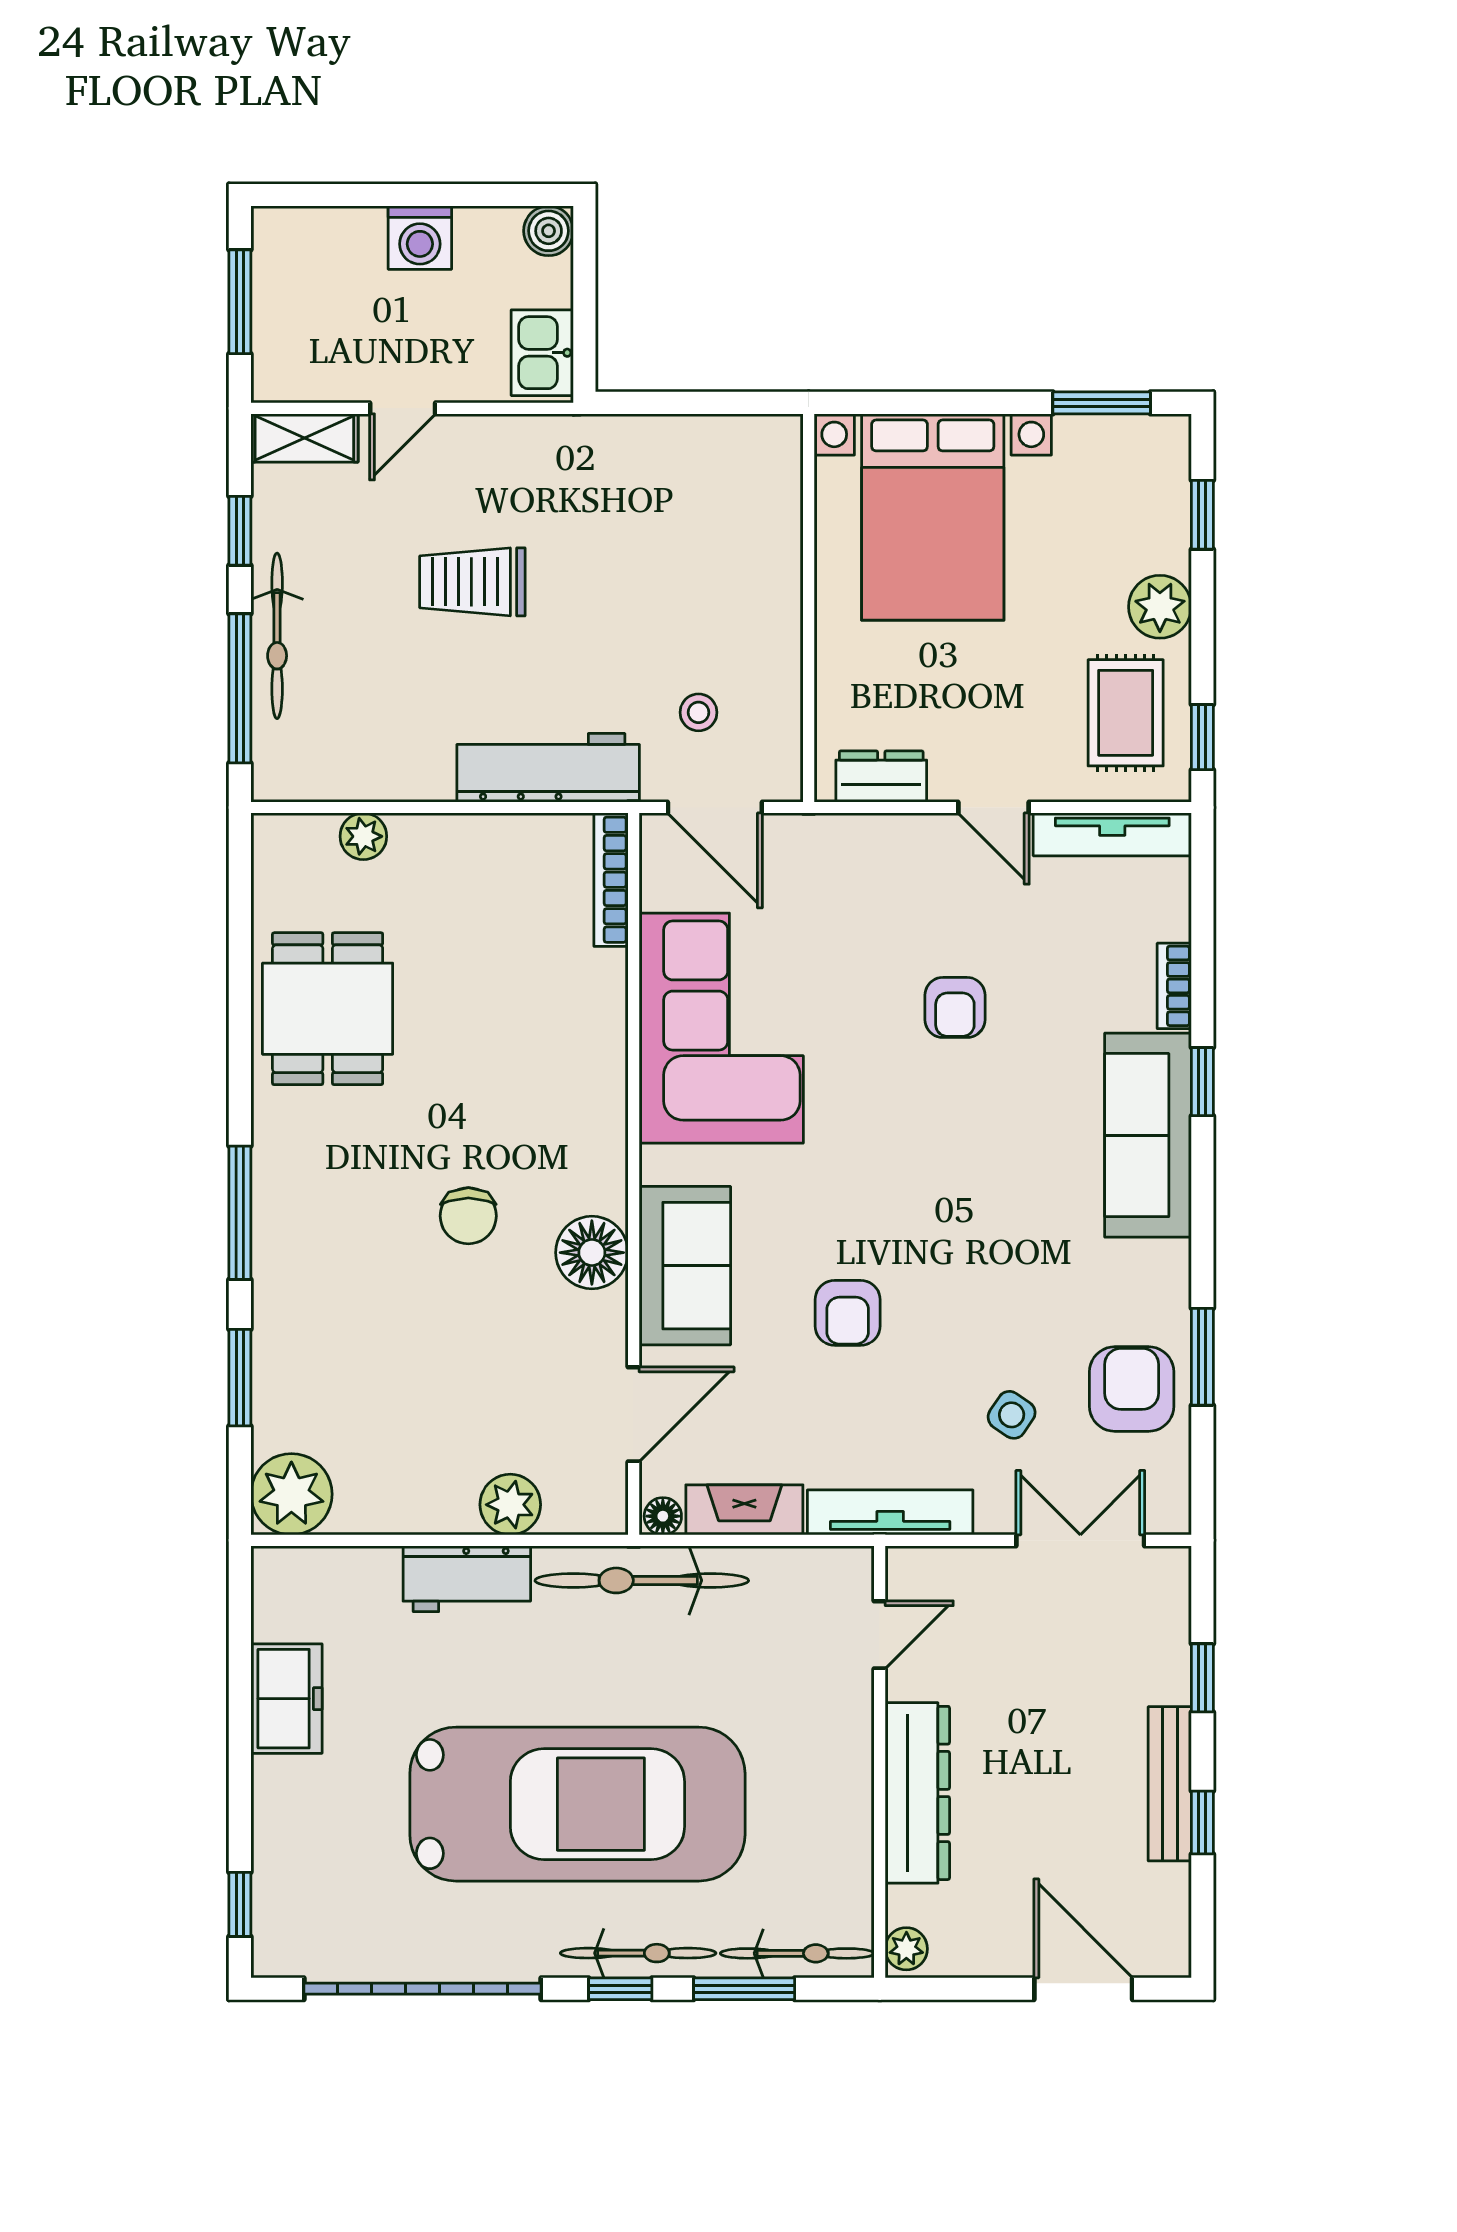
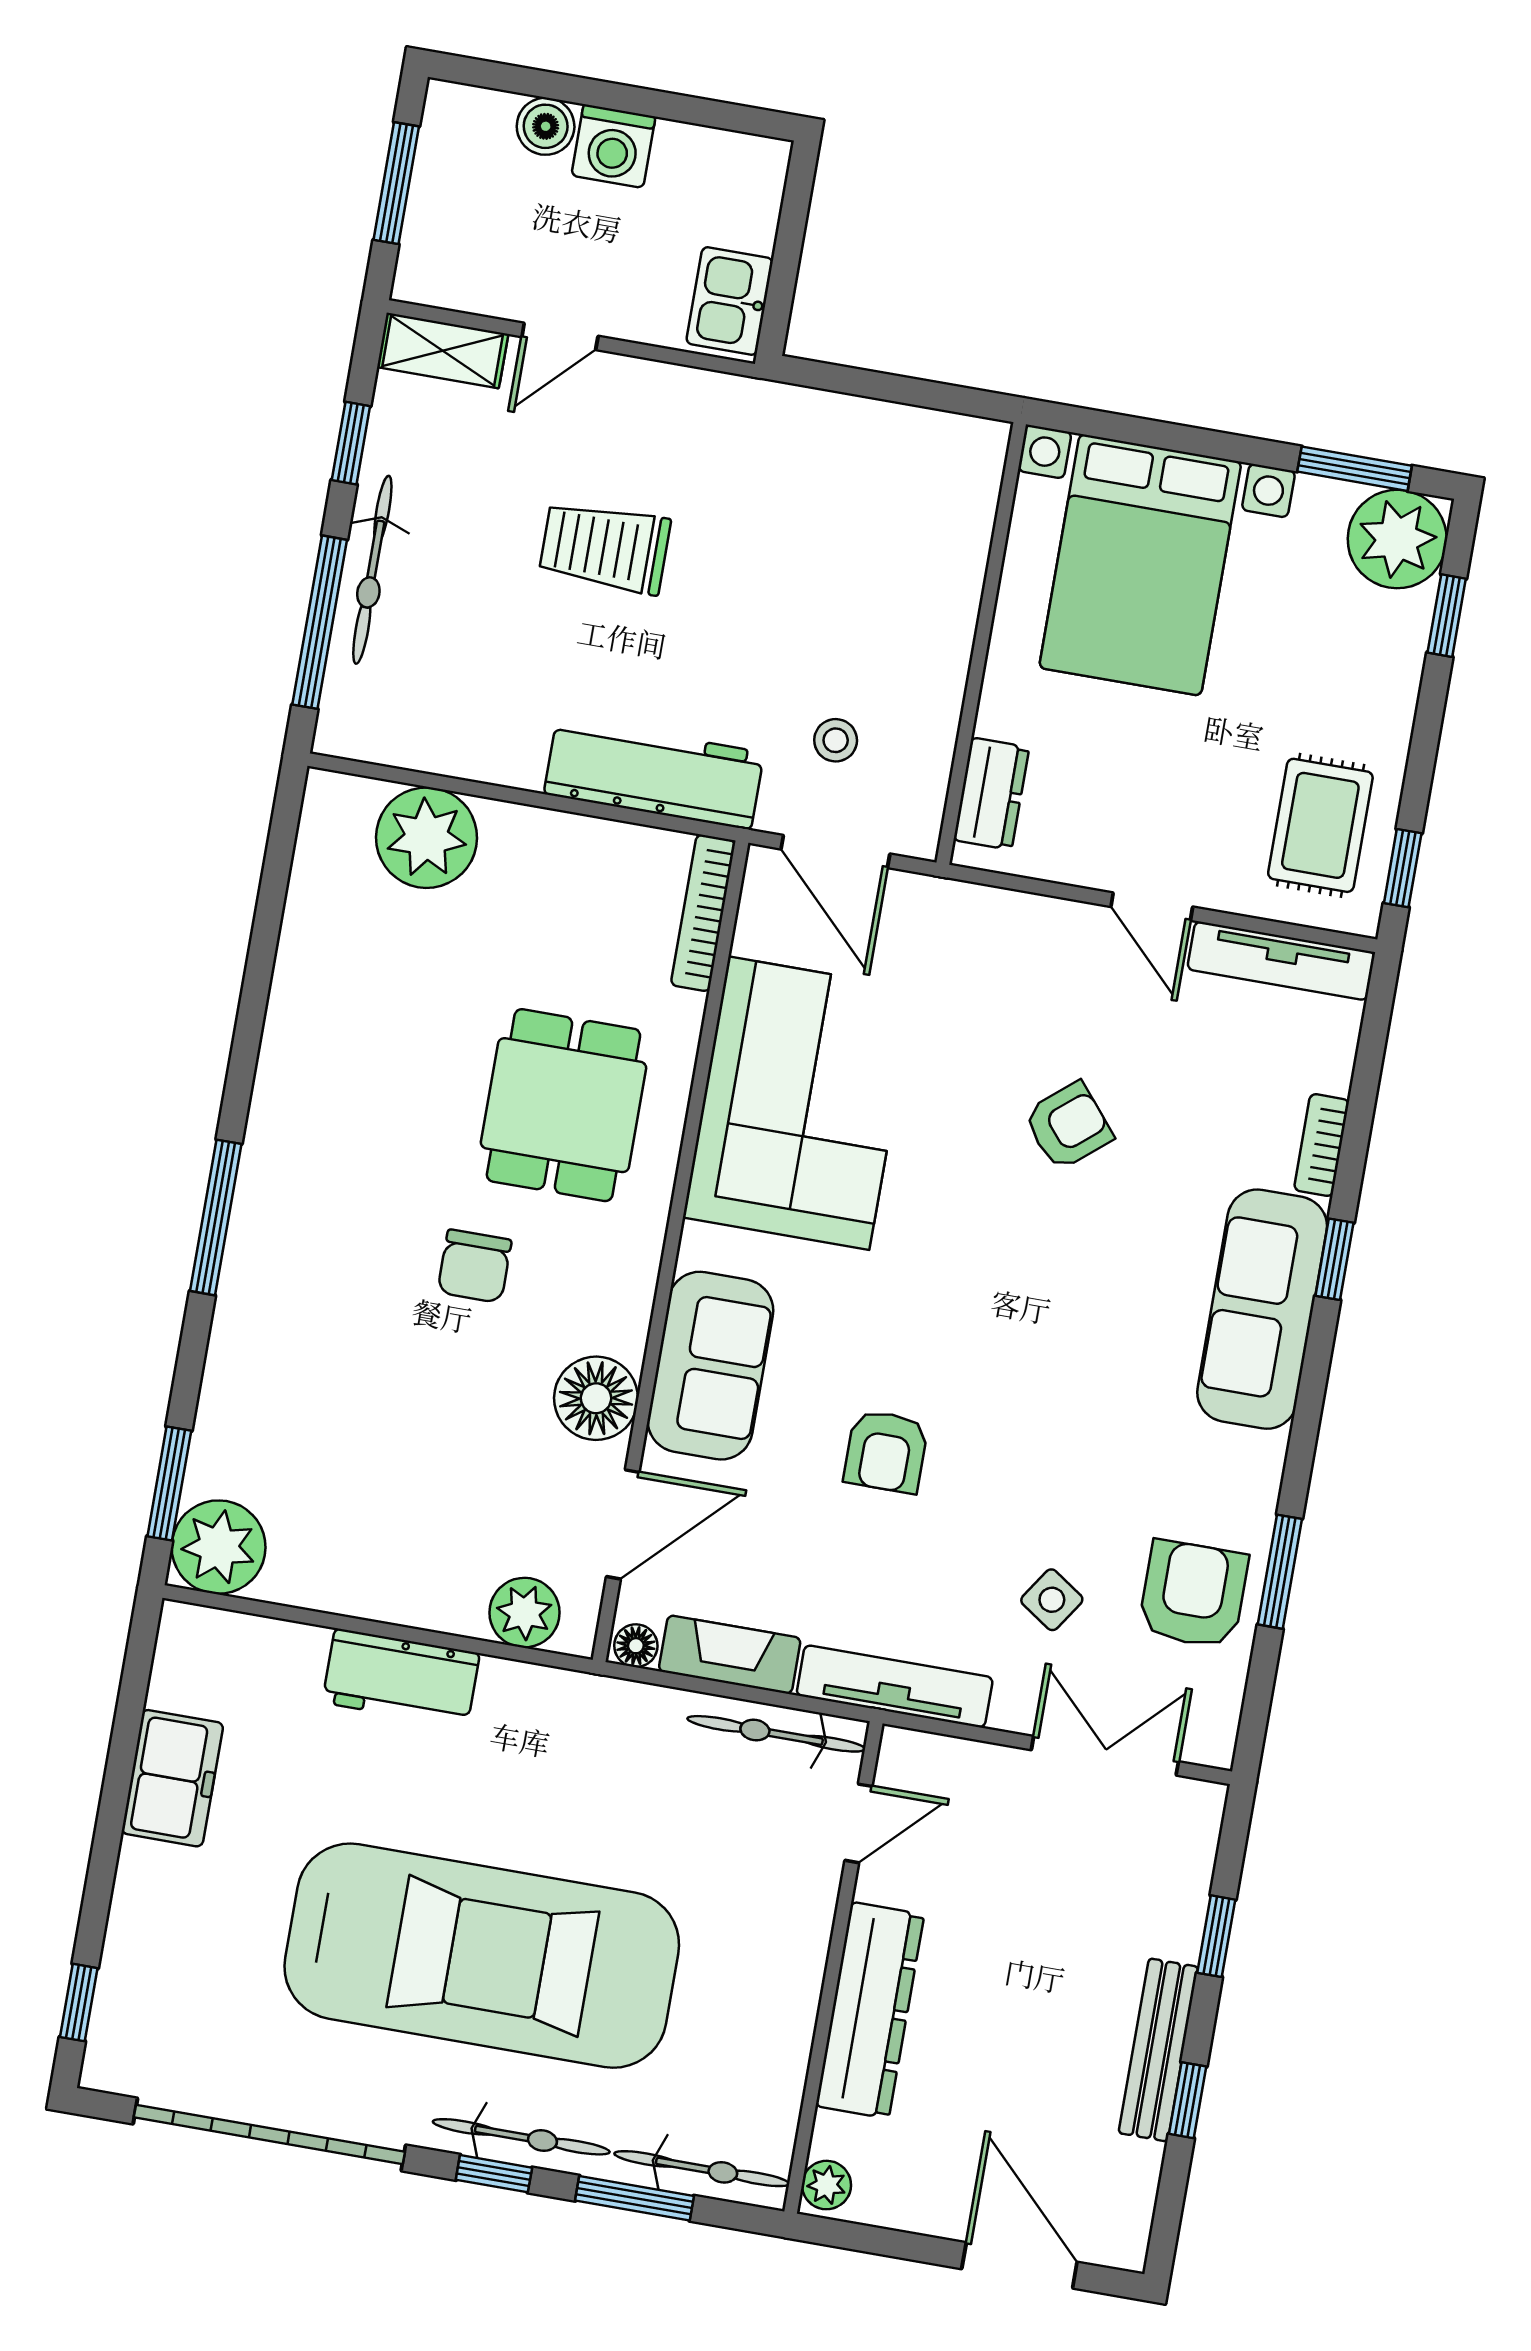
boiler: (549, 231) -> (546, 126), moved
plant: (1160, 607) -> (1397, 539), moved, width x1.36, depth x1.36
dresser: (881, 776) -> (991, 794), moved, turned 90
plant: (363, 836) -> (427, 838), width x1.88, depth x1.88
armchair: (955, 1007) -> (1068, 1126), turned -130
dining table: (328, 1009) -> (563, 1105), moved
floor lamp: (592, 1253) -> (596, 1398), moved
window: (240, 1378) -> (169, 1484), moved
plant: (510, 1505) -> (524, 1613), moved
bicycle: (642, 1580) -> (776, 1734), moved, width x0.73, depth x0.71

